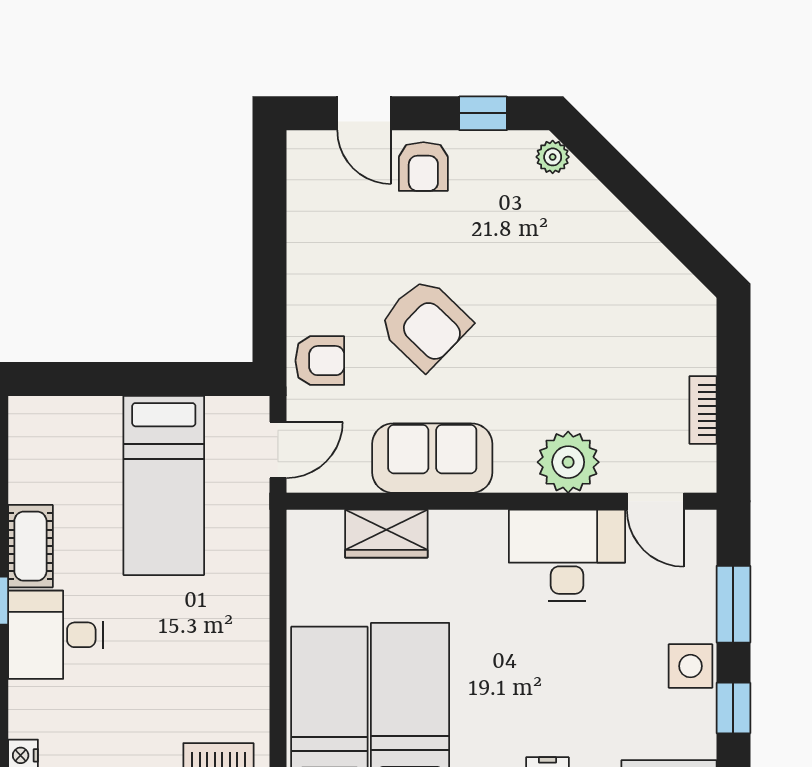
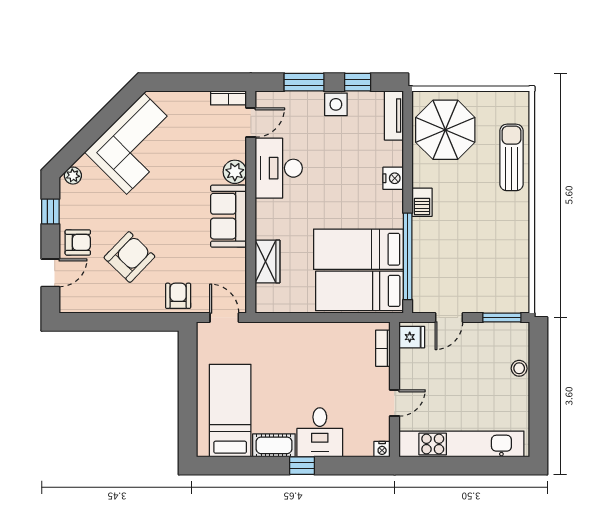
corner sofa: (615, 278) -> (135, 144), added
armchair: (425, 324) -> (129, 257), moved
bookcase: (703, 410) -> (228, 98), moved
sofa: (432, 458) -> (228, 216), moved
plant: (568, 462) -> (235, 172), width x0.73, depth x0.73
bed: (164, 485) -> (230, 411), moved, turned -90

